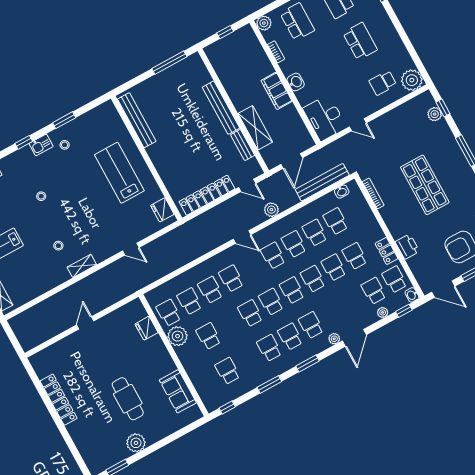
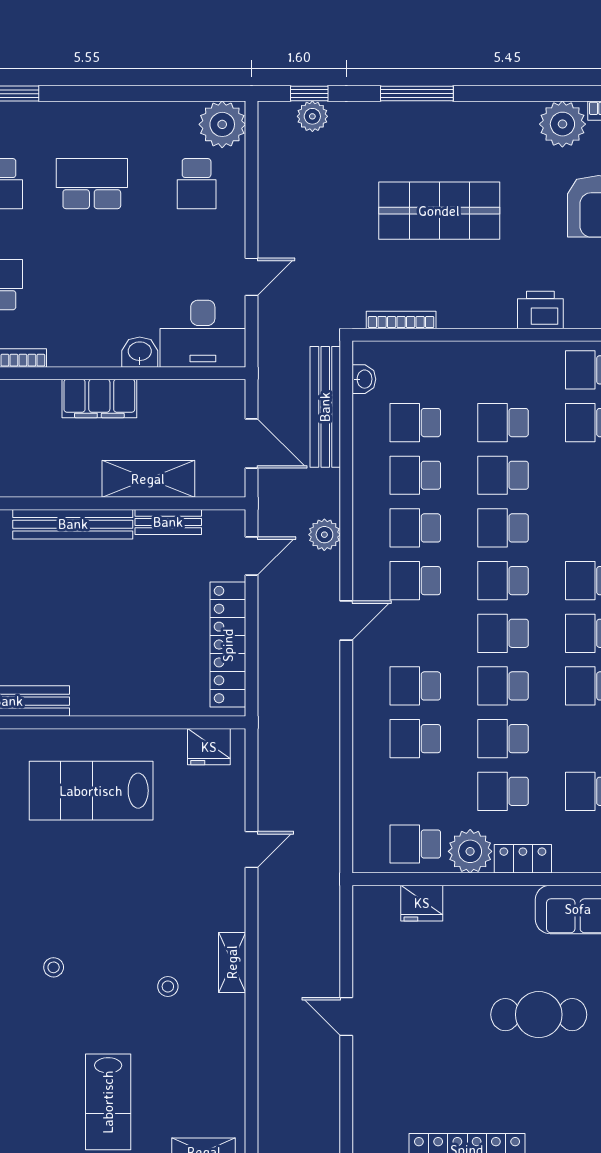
washbasin: (296, 82) -> (140, 352), moved
locker: (387, 251) -> (523, 859), moved, turned 180
school desk: (189, 301) -> (503, 739), moved

